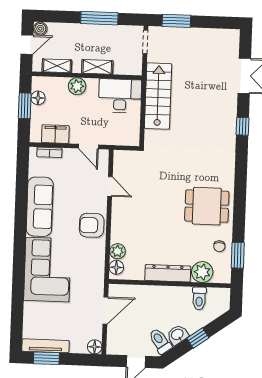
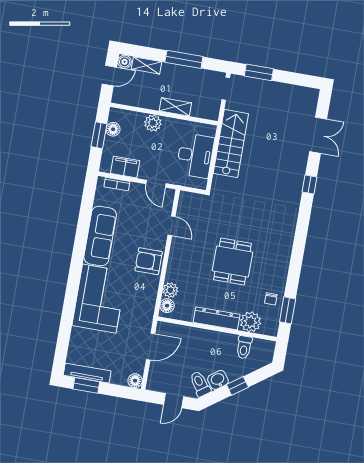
shelving: (57, 66) -> (146, 65), moved
desk: (120, 96) -> (195, 156), moved, turned 90
dining table: (207, 206) -> (232, 261), moved, turned 90

